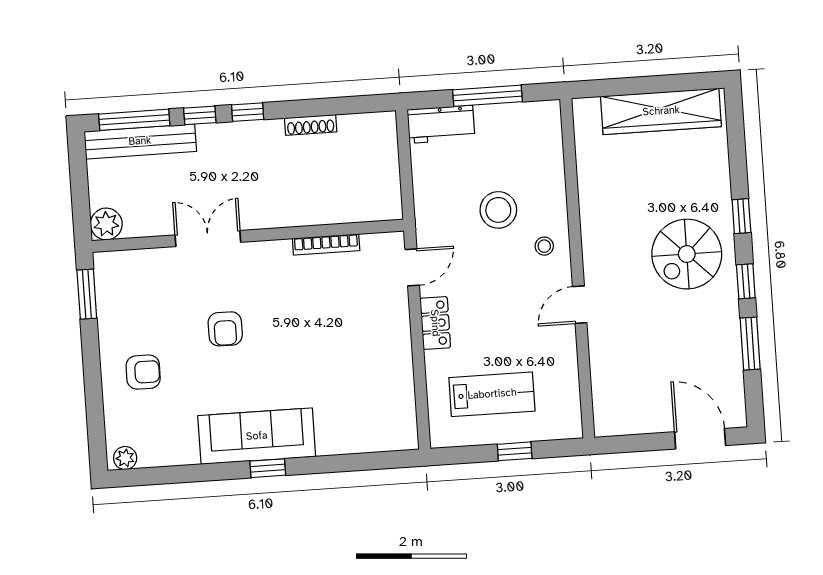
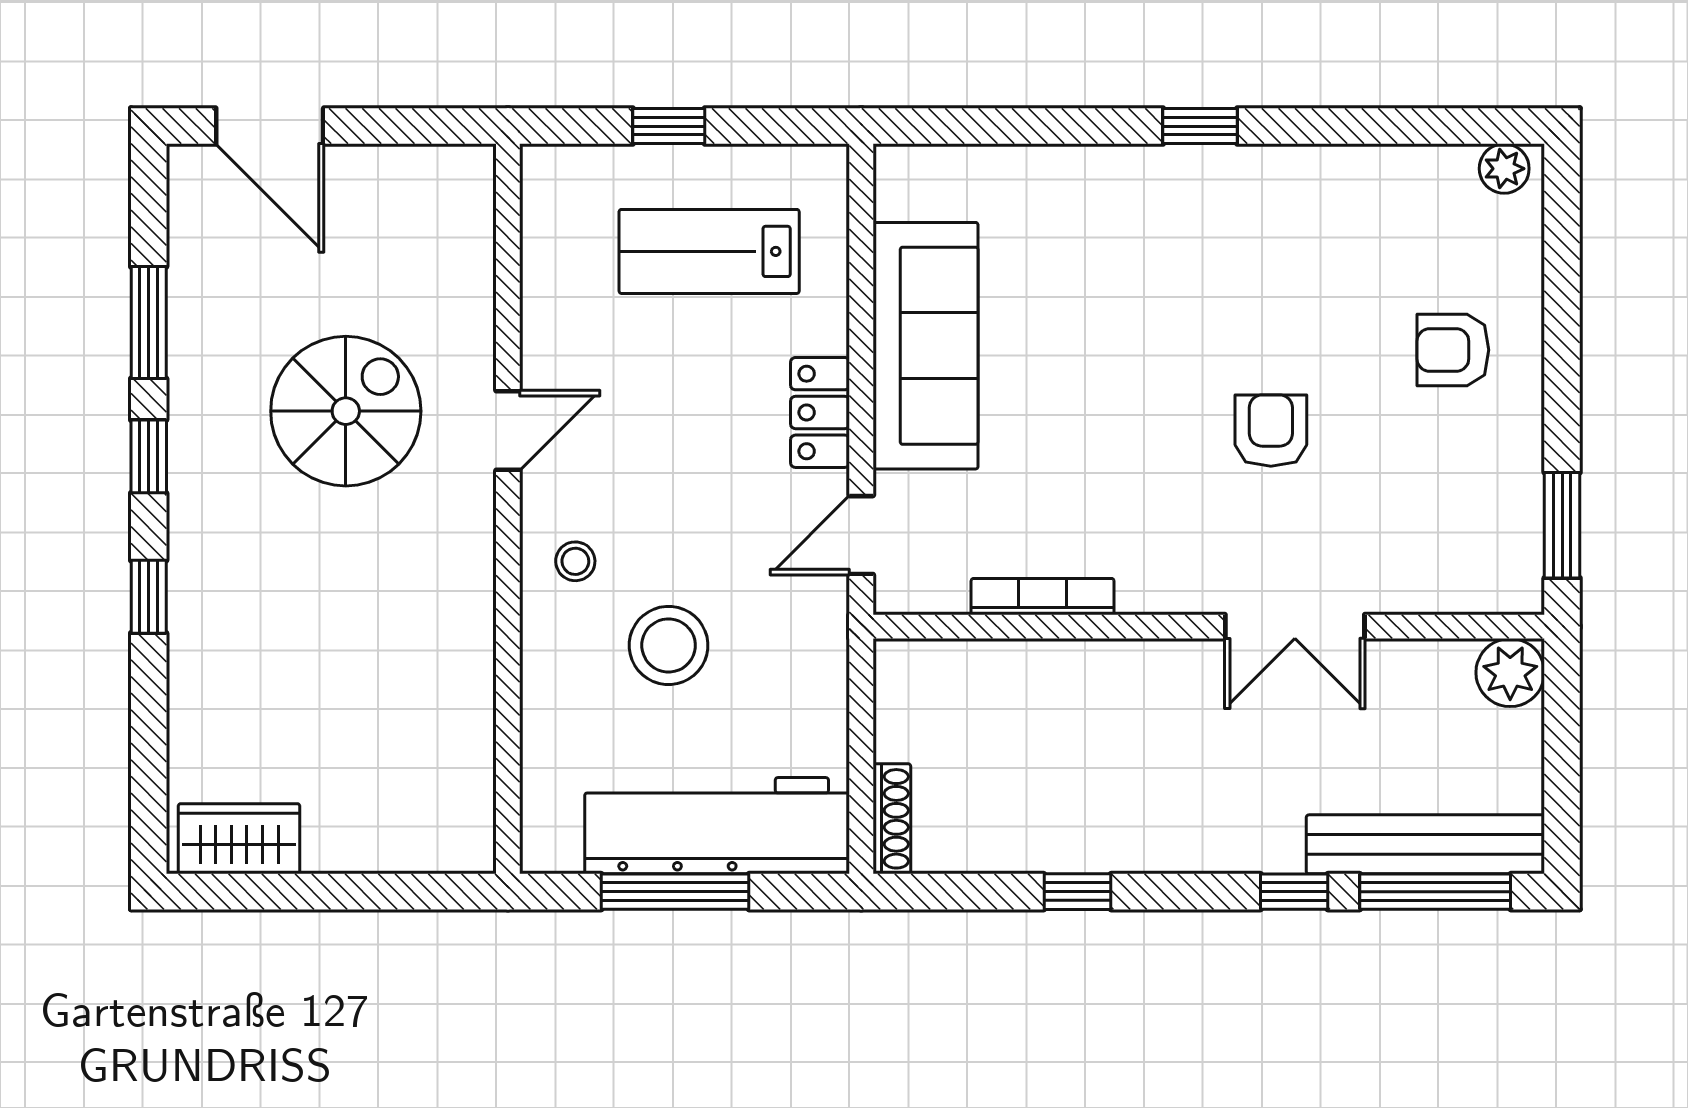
wardrobe: (661, 111) -> (239, 839), width x0.48, depth x0.85
window: (248, 112) -> (1077, 892), moved
workbench: (441, 124) -> (717, 826), width x1.88, depth x1.32
shoe rack: (311, 125) -> (892, 819), moved, turned 90
spiral stairs: (687, 254) -> (346, 411), moved
sofa: (257, 436) -> (925, 346), moved, turned -90

